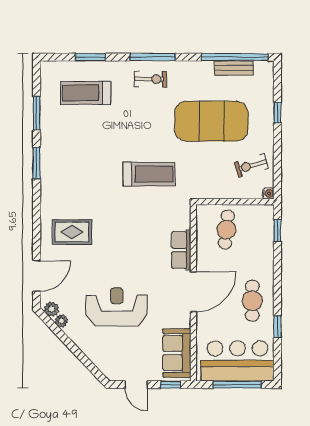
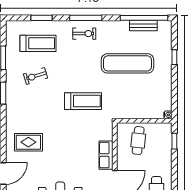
treadmill: (86, 93) -> (38, 43), turned 180
exercise mat: (211, 121) -> (127, 63), width x0.68
exercise bike: (251, 165) -> (36, 76), moved

